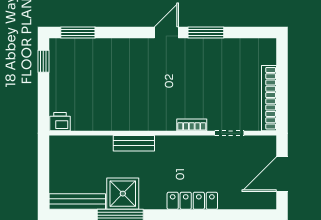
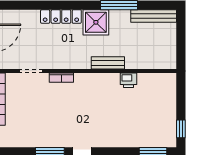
printer: (60, 122) -> (128, 80), moved
shower: (123, 194) -> (96, 22), moved

